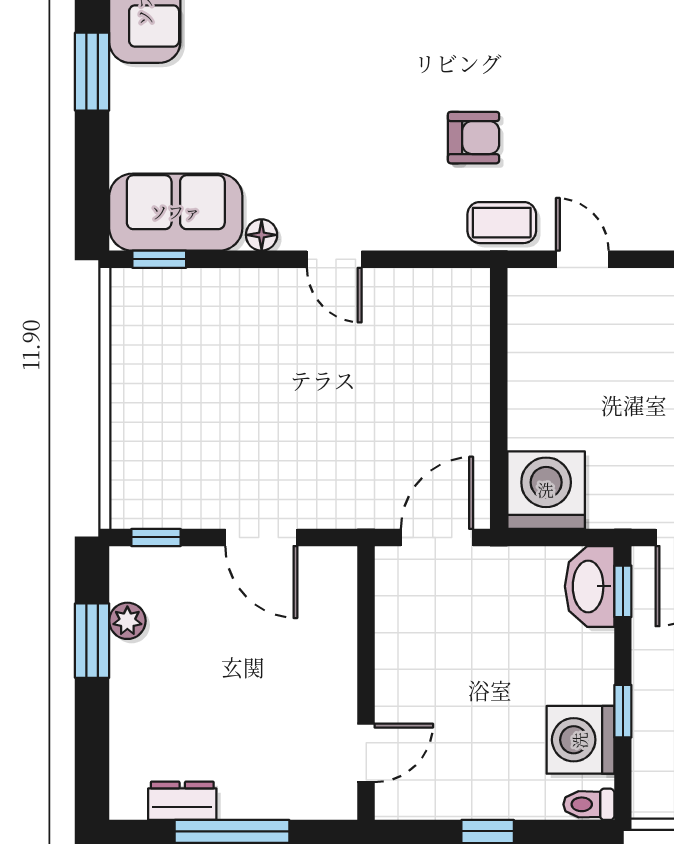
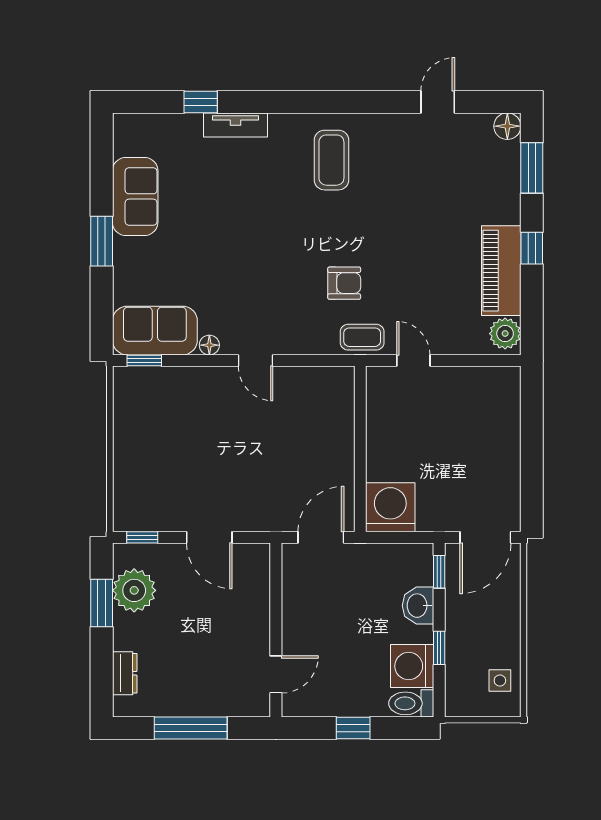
washbasin: (590, 586) -> (418, 606), moved, width x0.72
plant: (127, 621) -> (134, 590), width x1.88, depth x1.88
dresser: (182, 801) -> (125, 673), moved, turned 90
toilet: (589, 804) -> (411, 703), width x1.37, depth x1.39

